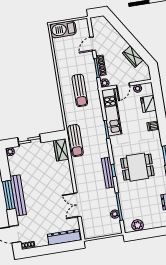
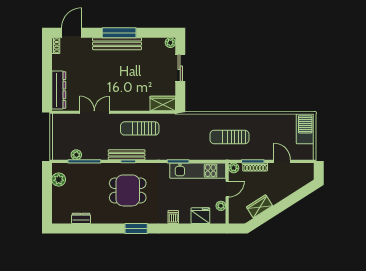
door: (123, 86) -> (227, 189), swing flipped
sun lounger: (76, 141) -> (140, 128), moved
dining table: (137, 167) -> (128, 190), turned 90

